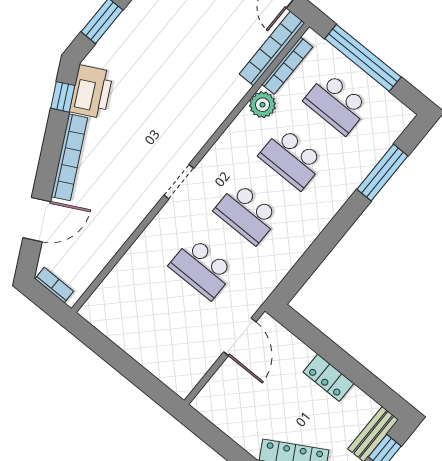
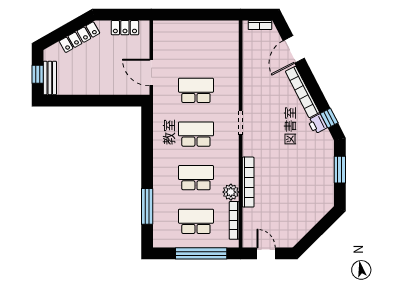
bookcase: (272, 48) -> (248, 182), moved
printer: (91, 92) -> (317, 124), width x0.53, depth x0.68
locker: (328, 378) -> (125, 28), moved, turned 180

